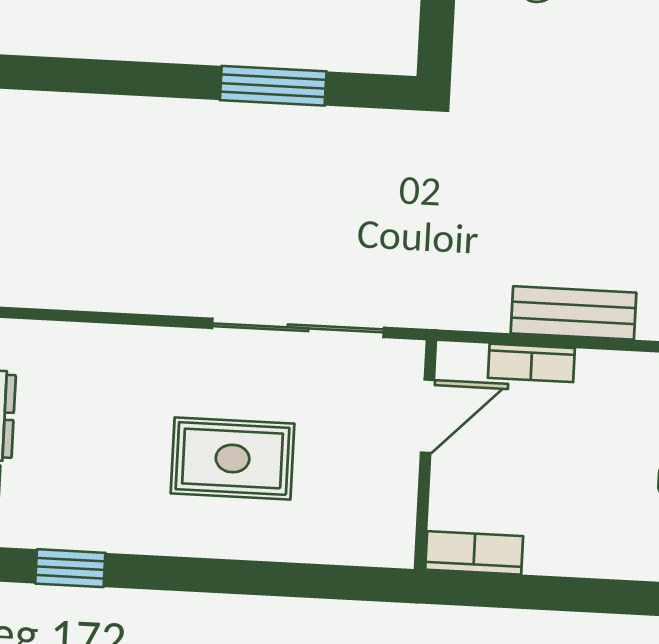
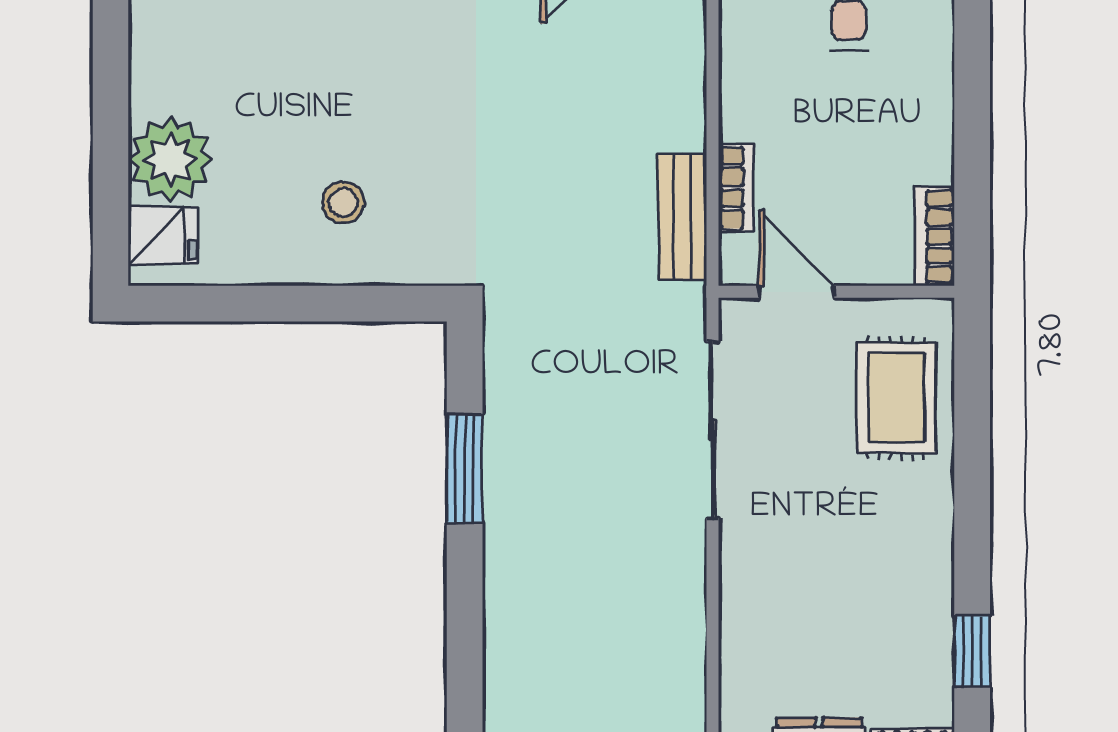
bench: (574, 313) -> (682, 217), moved
rug: (233, 458) -> (896, 398), moved

